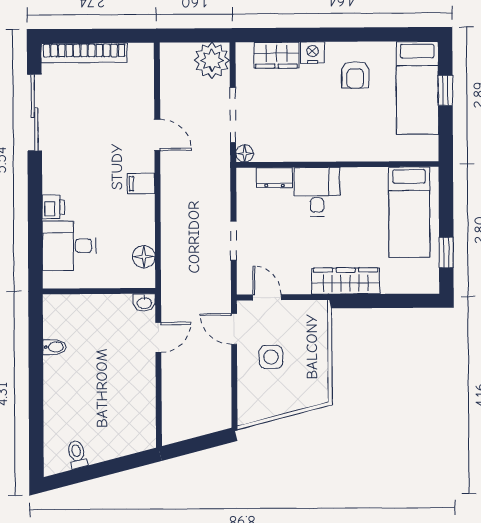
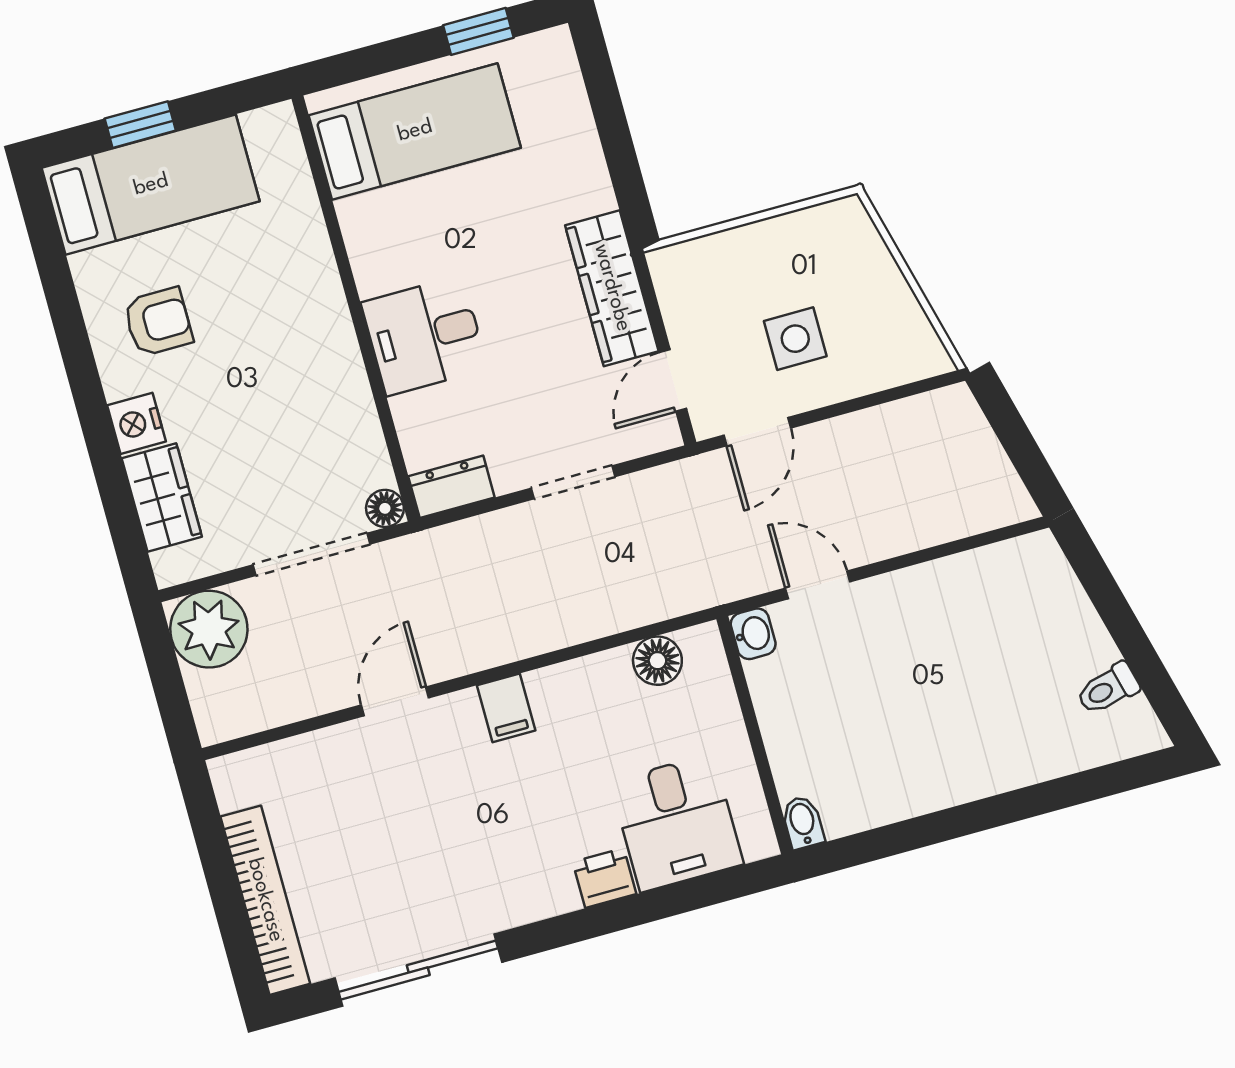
dresser: (274, 178) -> (451, 487), moved, turned -90
wardrobe: (346, 281) -> (612, 288), moved
bidet: (54, 347) -> (803, 822), moved

